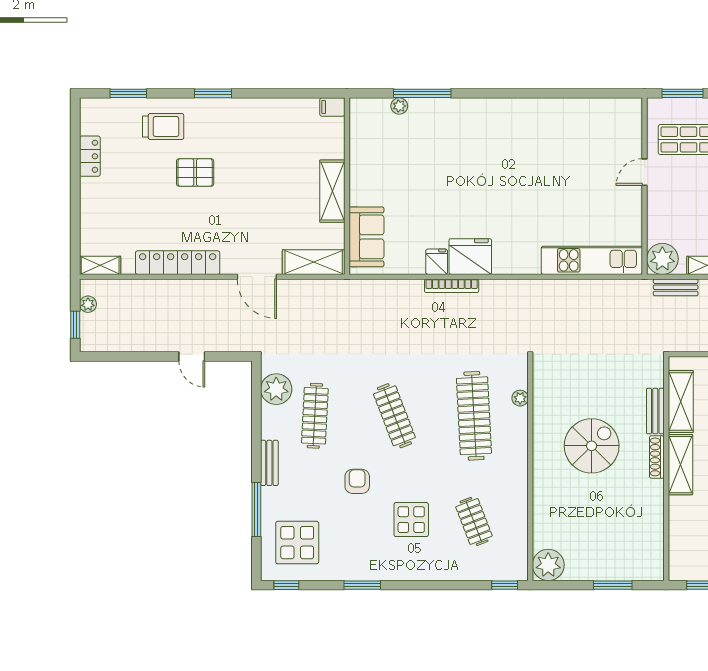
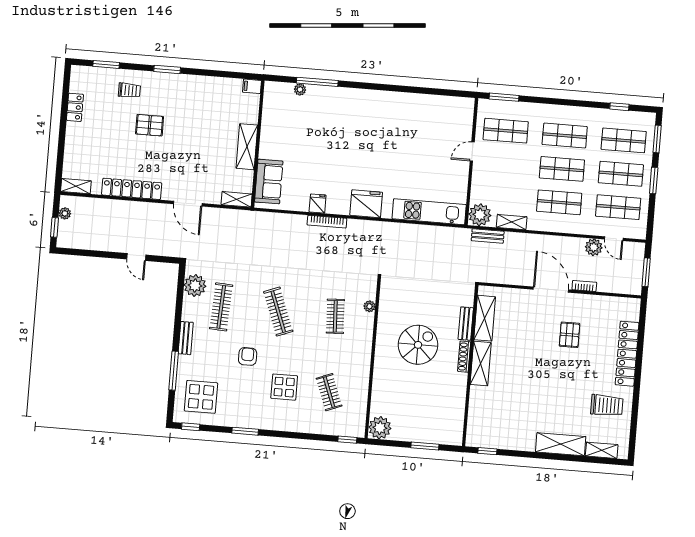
trolley: (163, 126) -> (129, 90), width x0.73, depth x0.72
fridge: (470, 257) -> (366, 204), moved
shelving: (314, 262) -> (237, 199), width x0.67, depth x0.75
clothes rail: (474, 416) -> (335, 316), width x0.54, depth x0.76

